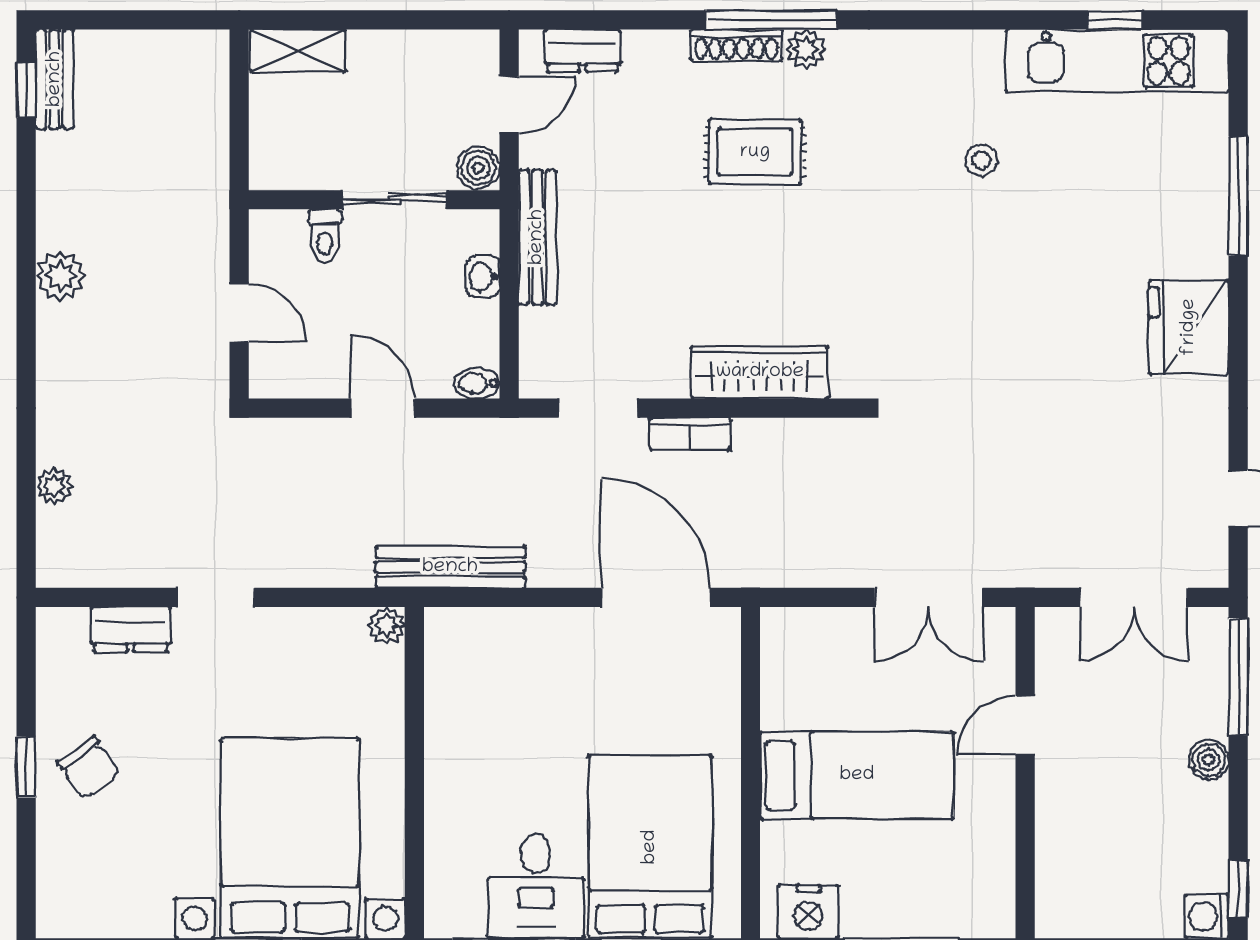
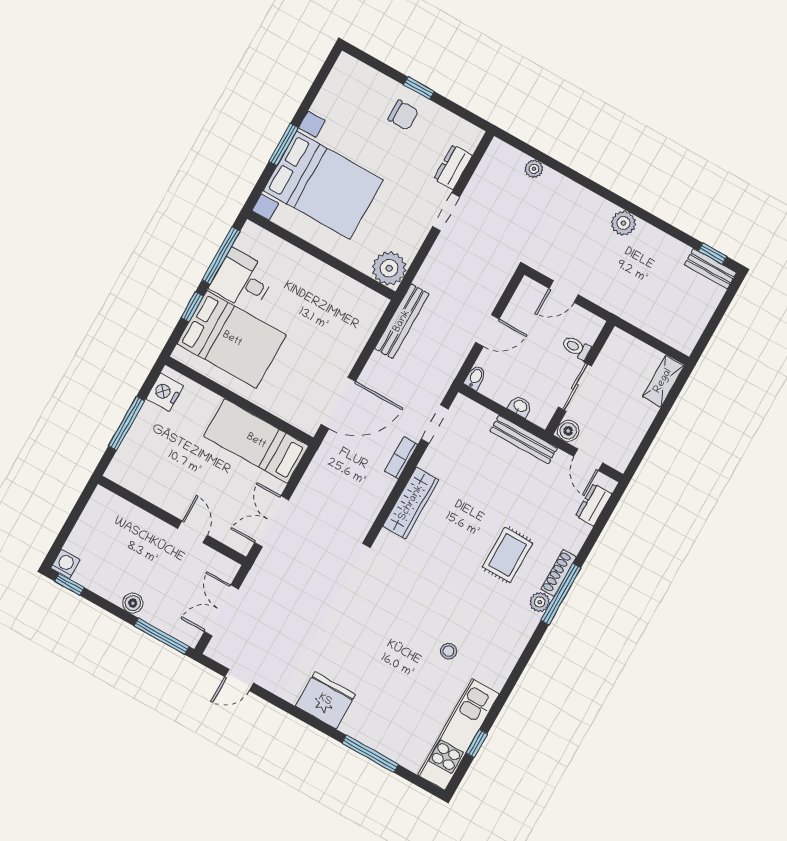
plant: (387, 625) -> (389, 268), width x1.88, depth x1.88
chair: (89, 768) -> (403, 115), turned -144
bed: (857, 775) -> (256, 441), moved, turned 90

